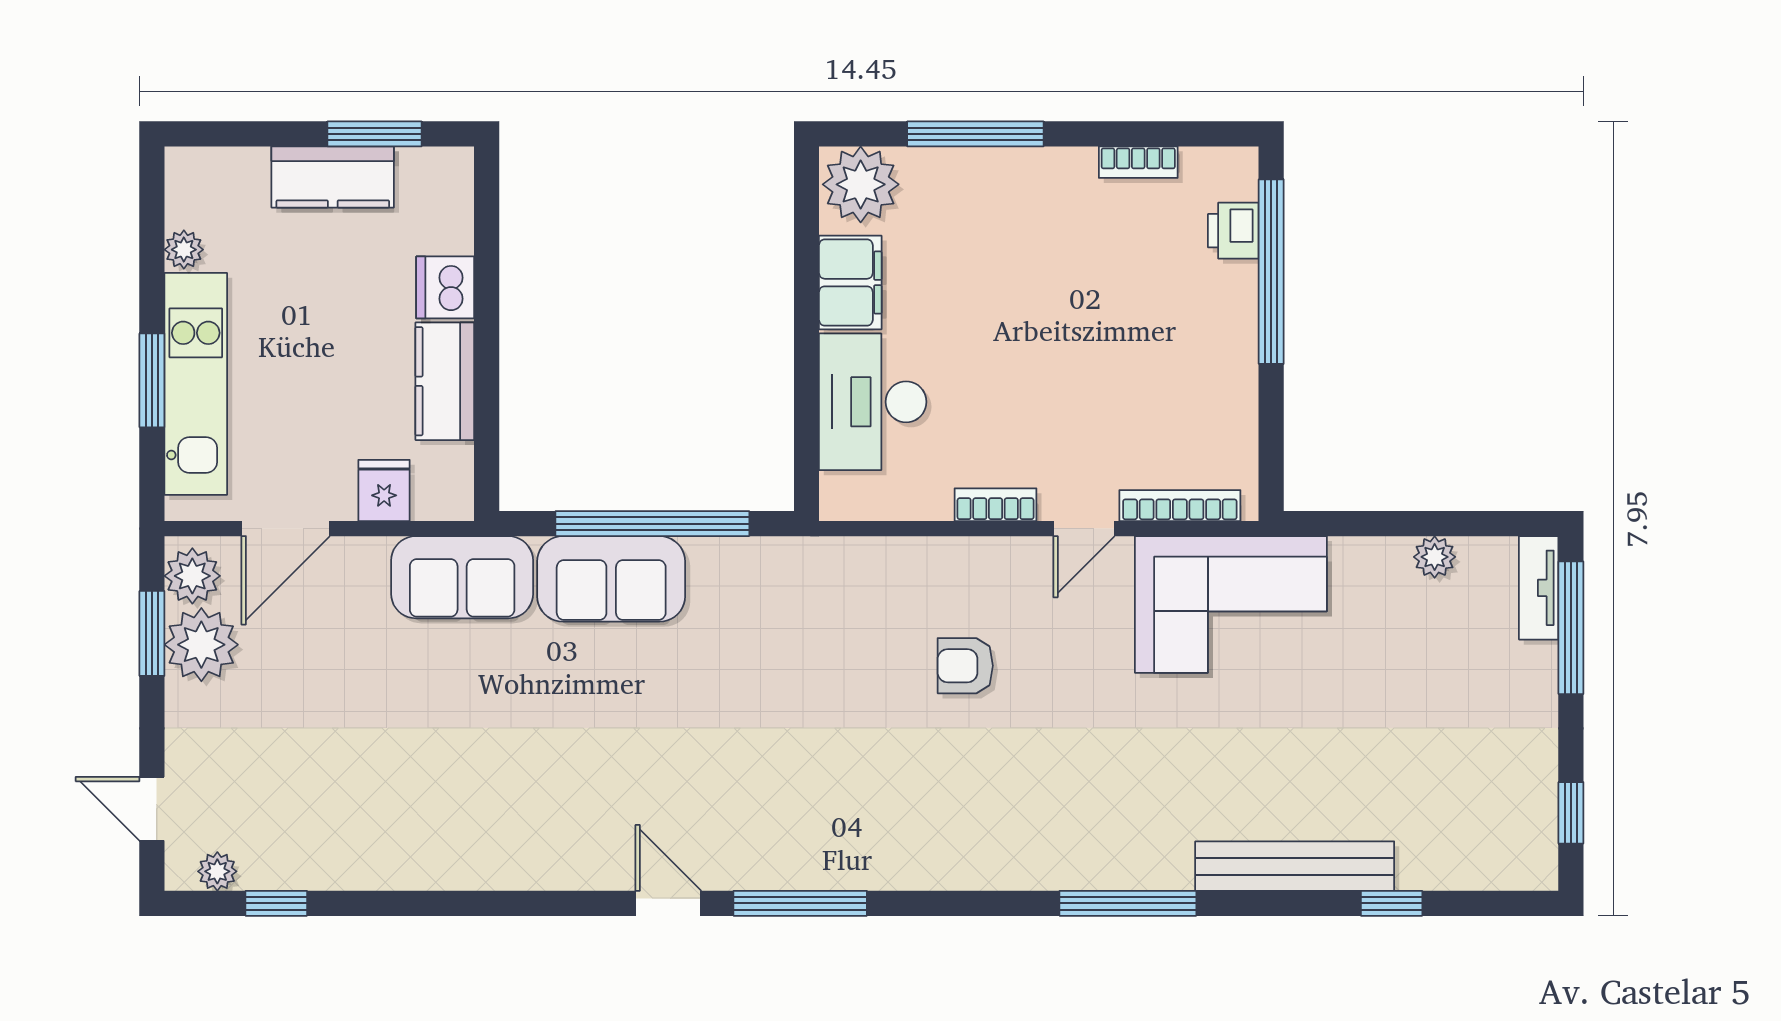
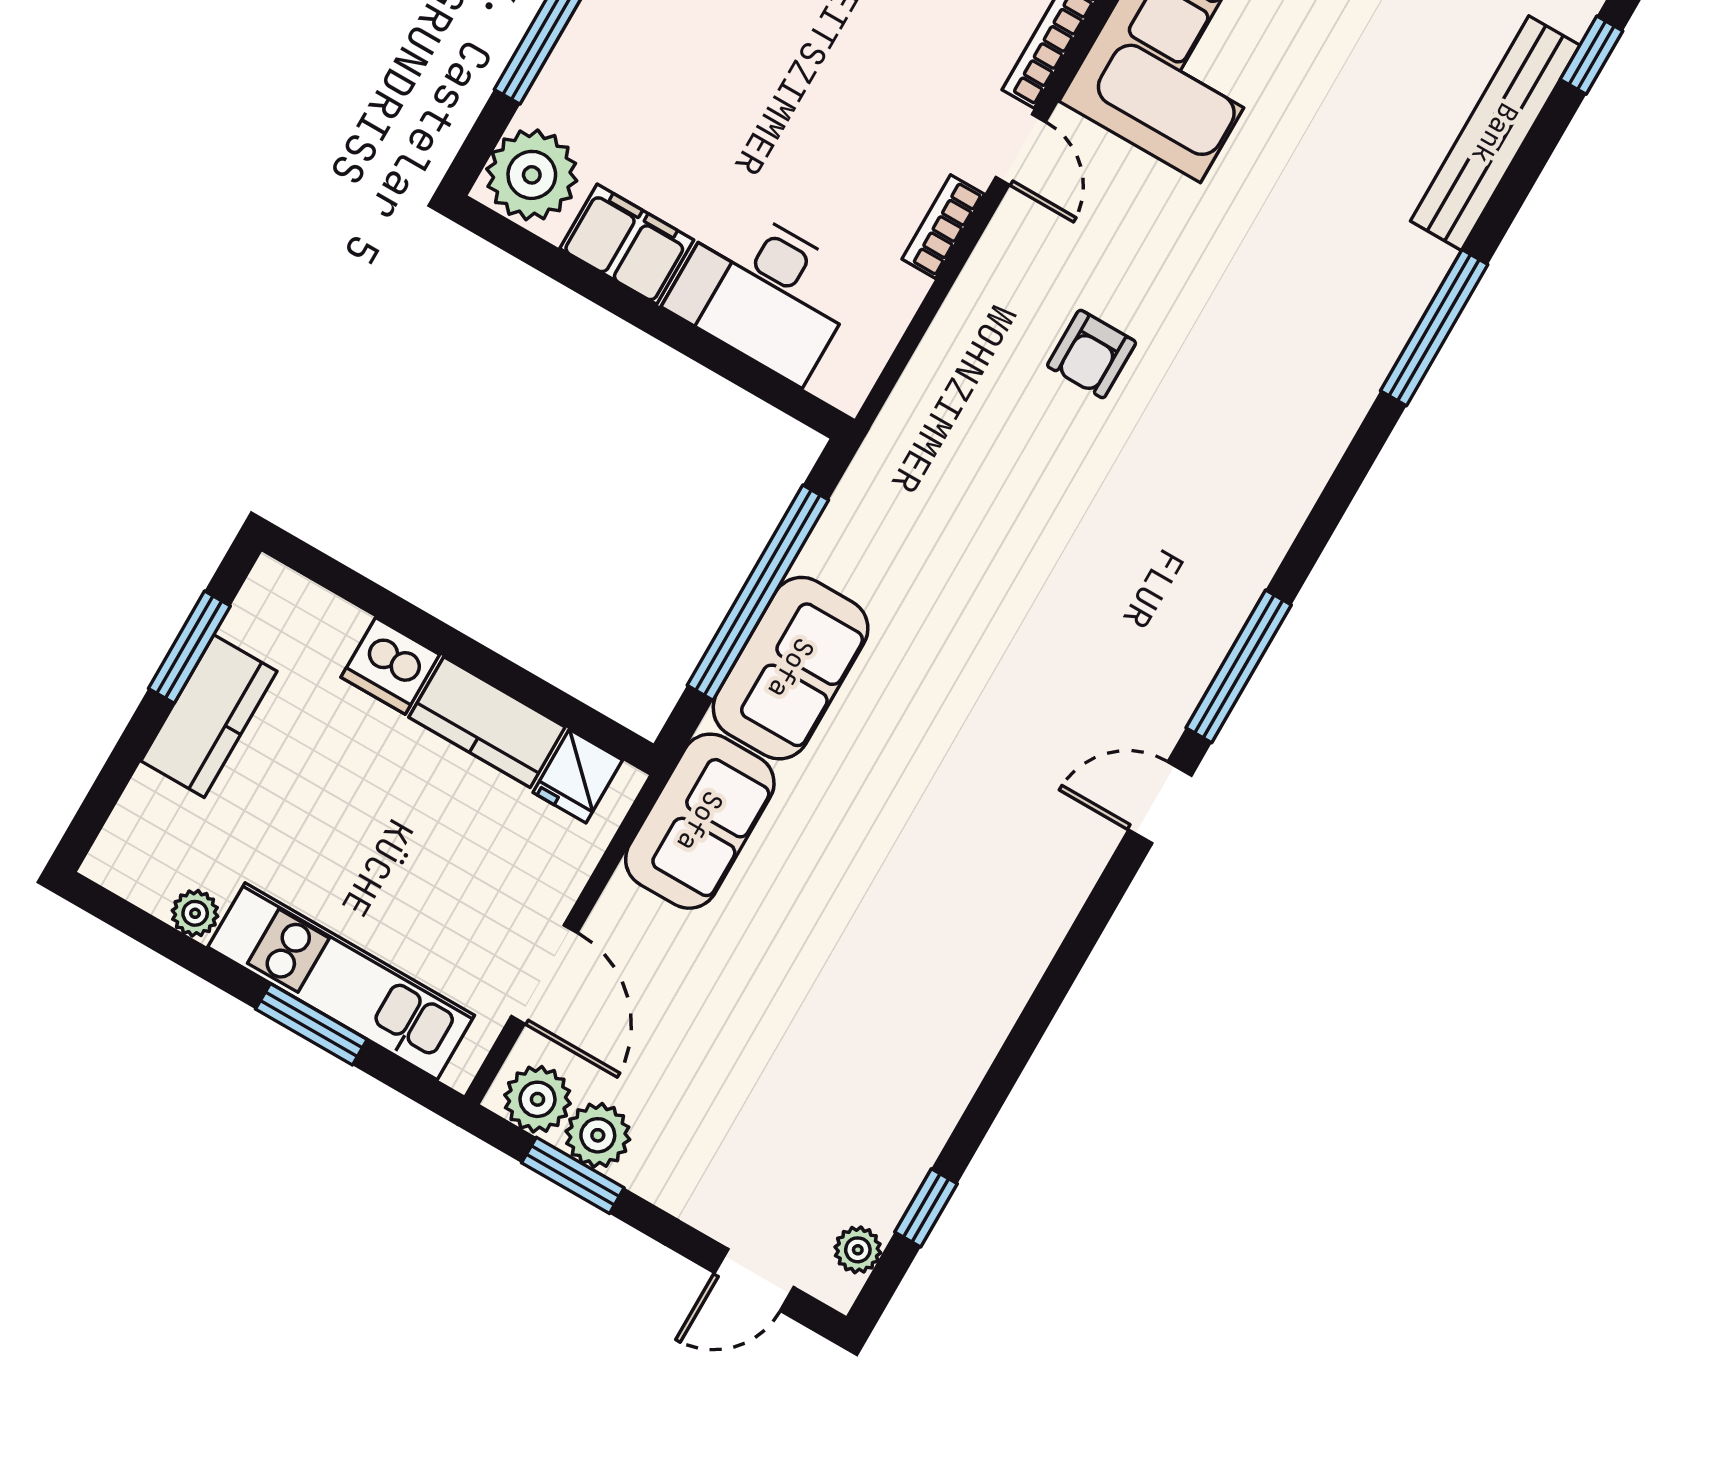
fridge: (384, 490) -> (578, 776), moved, turned -90
plant: (201, 645) -> (598, 1135), width x0.73, depth x0.73

